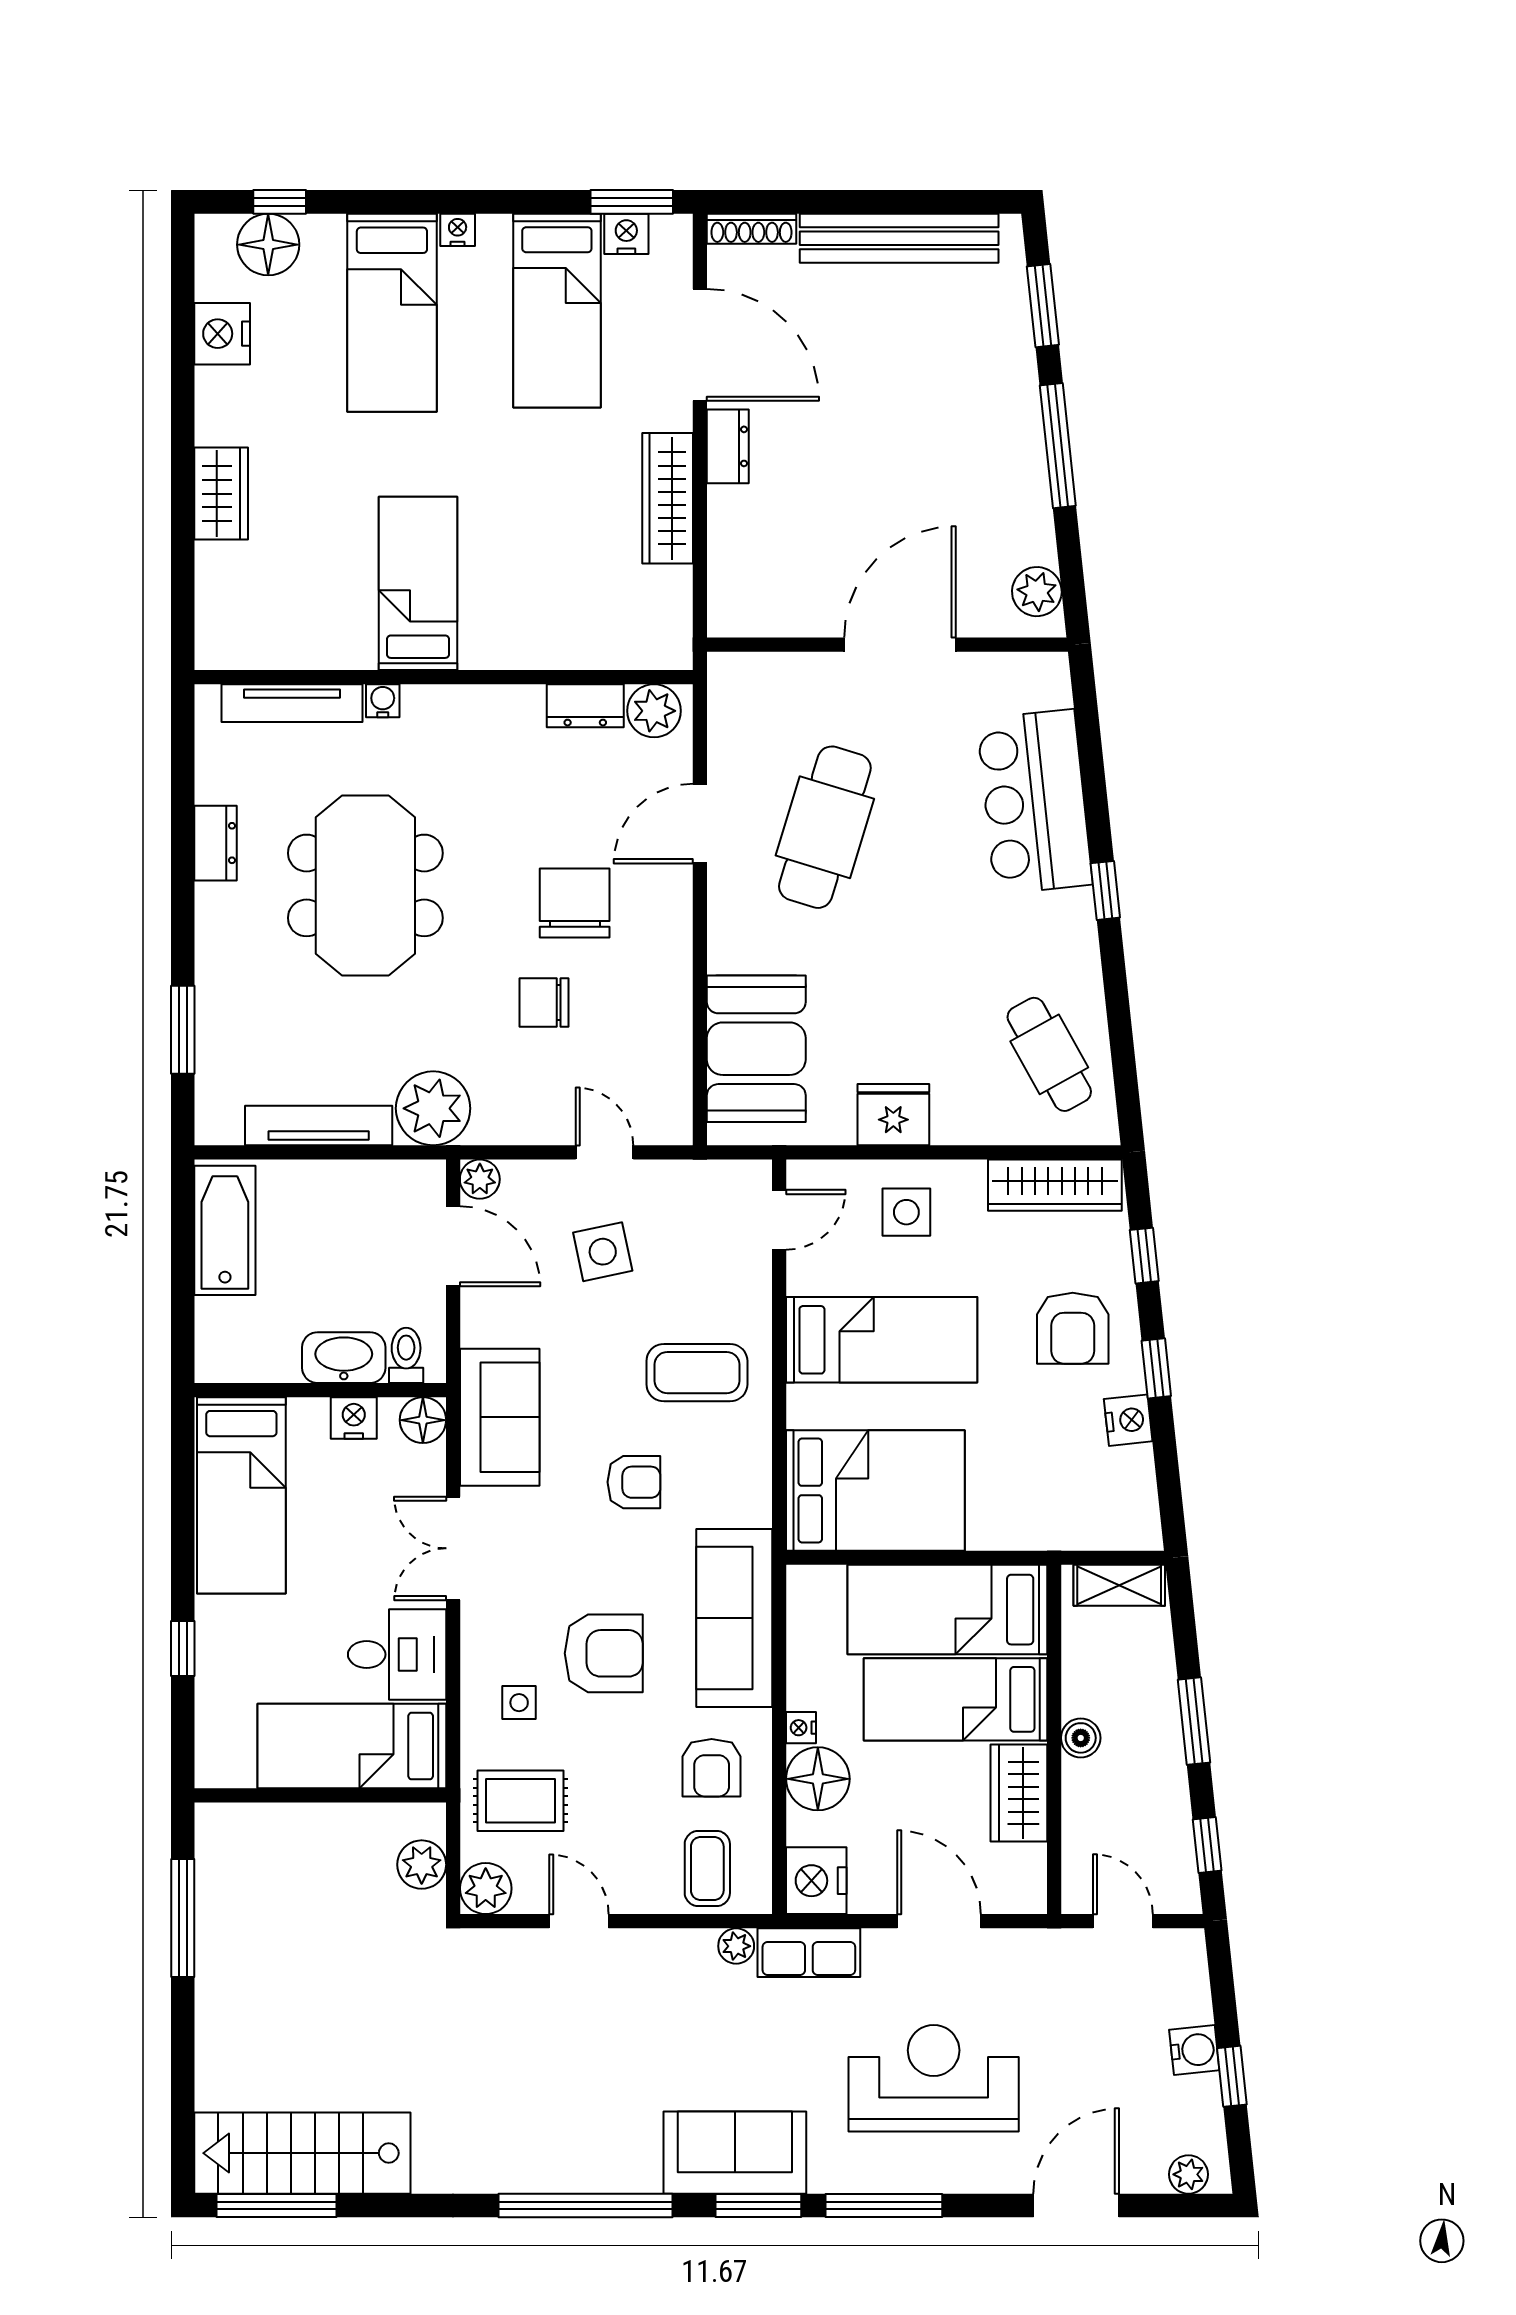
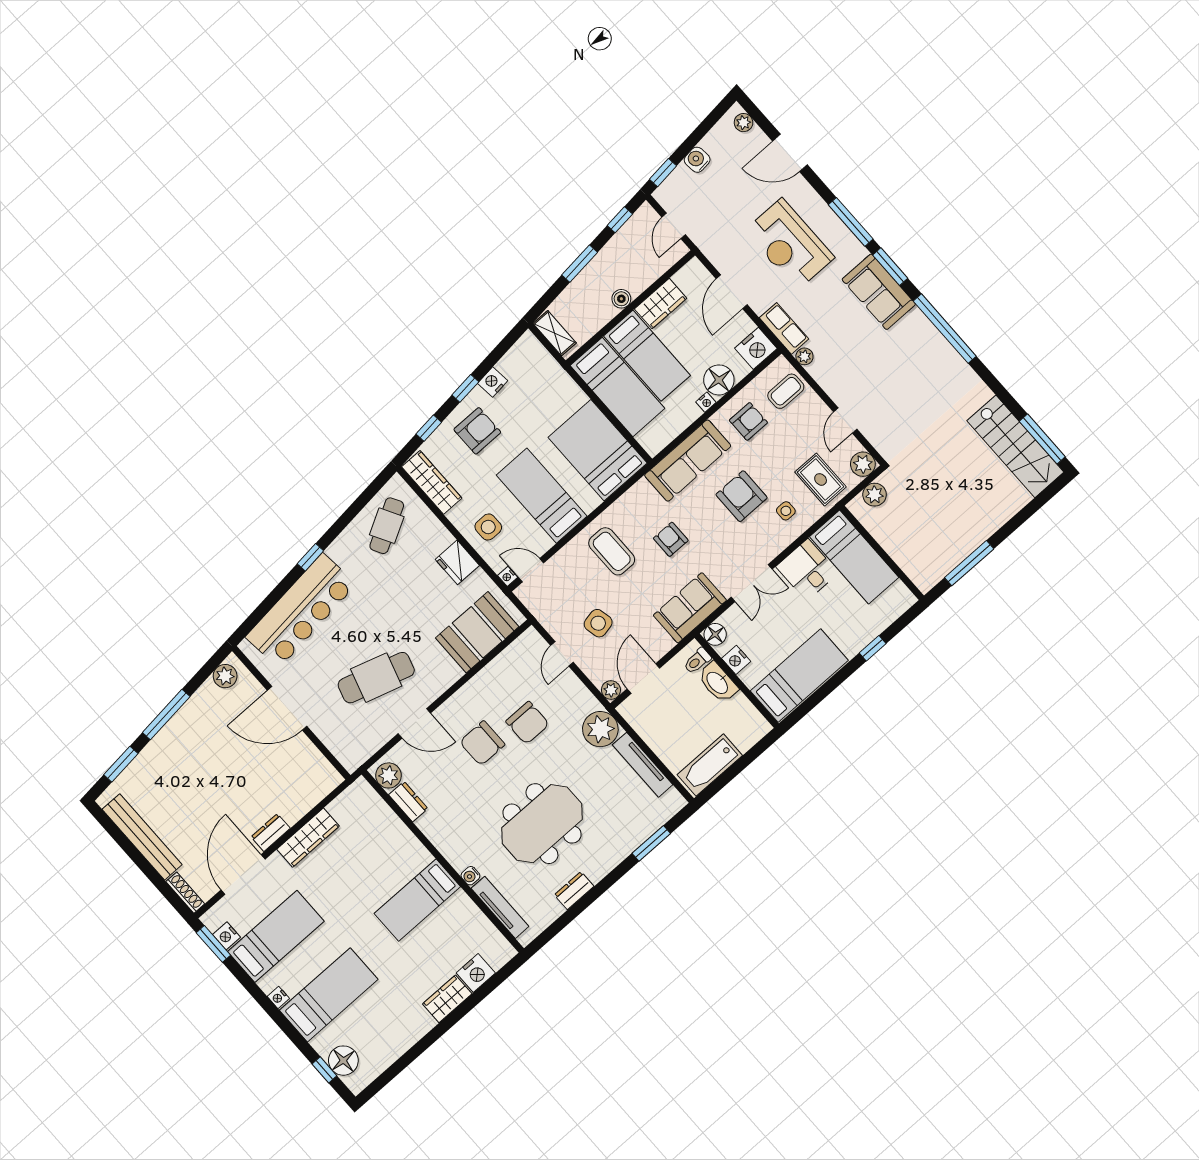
nightstand: (222, 334) -> (476, 973), moved
bar counter: (1035, 802) -> (301, 611), width x1.36
chair: (544, 1002) -> (527, 723), width x1.37, depth x1.37
nightstand: (802, 1174) -> (508, 576), added
window: (1232, 2076) -> (663, 173), moved

